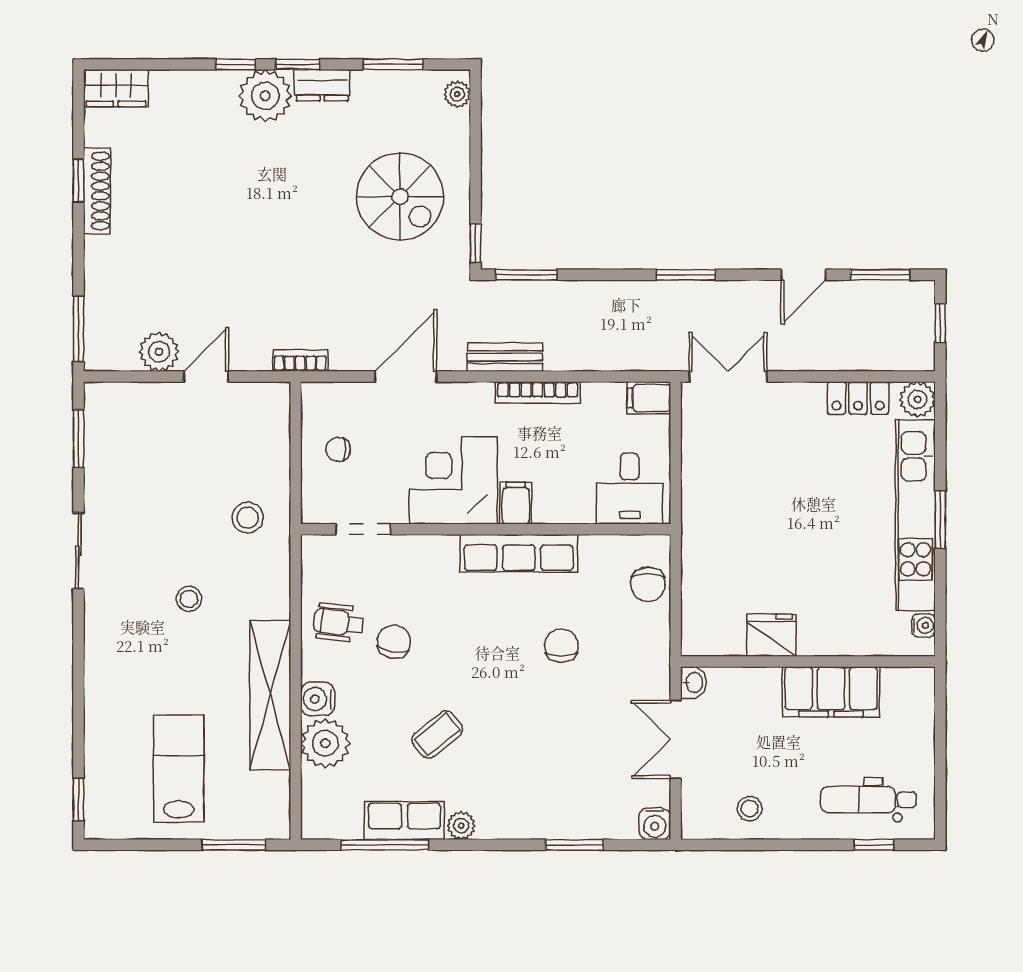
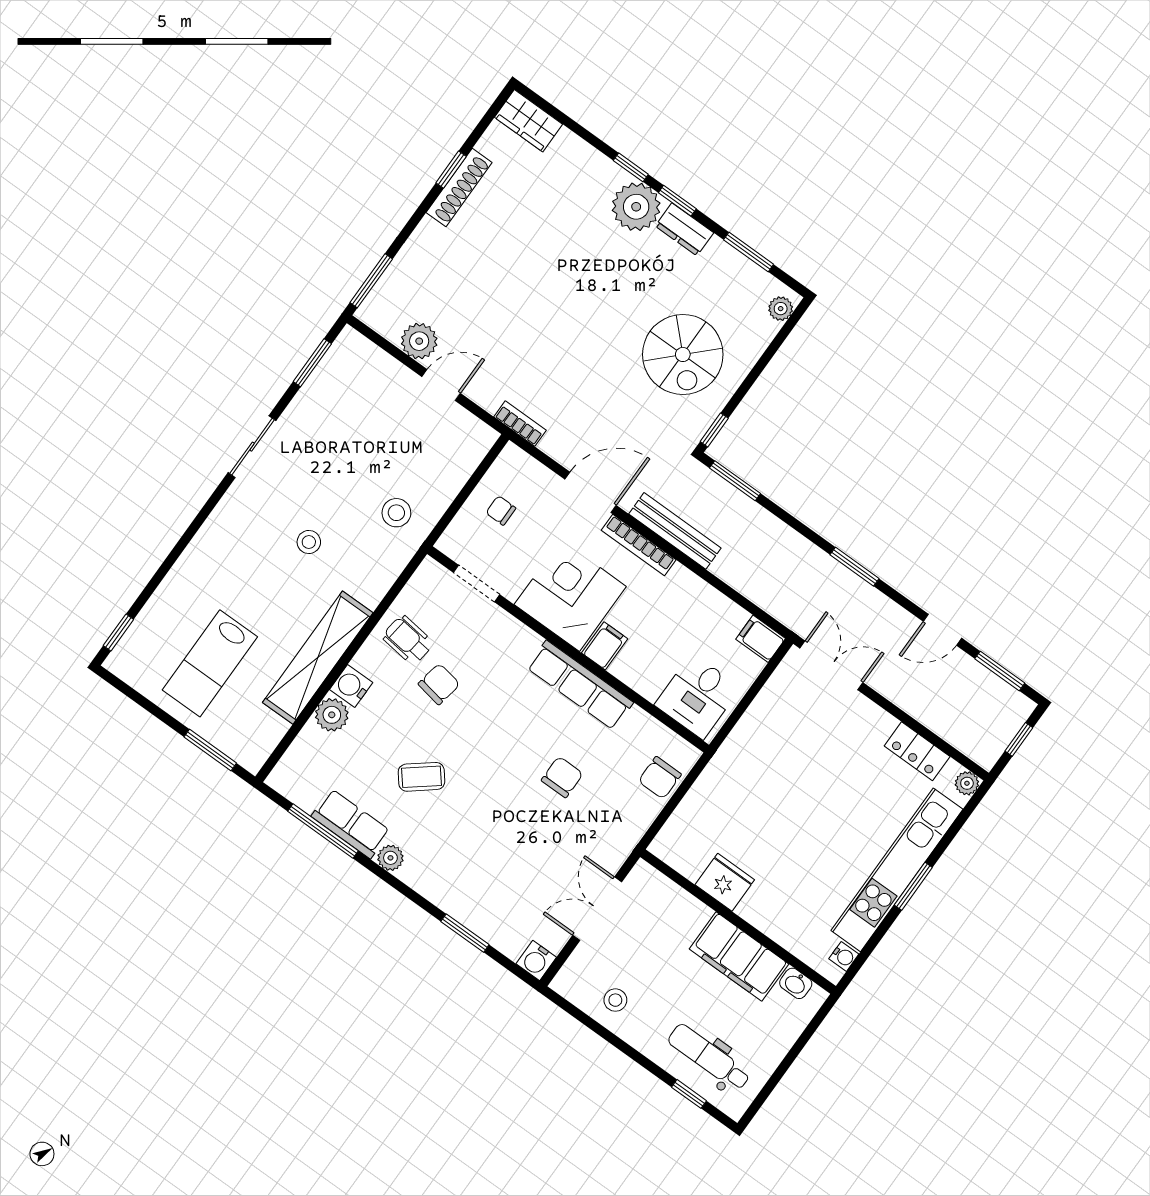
bench: (505, 357) -> (675, 531), width x1.36
bookcase: (538, 392) -> (639, 545), moved
plant: (917, 399) -> (967, 783), width x0.73, depth x0.73
washbasin: (694, 682) -> (796, 983), moved, turned 90
plant: (325, 743) -> (332, 715), width x0.73, depth x0.73
lab bench: (179, 769) -> (210, 663), turned 180

